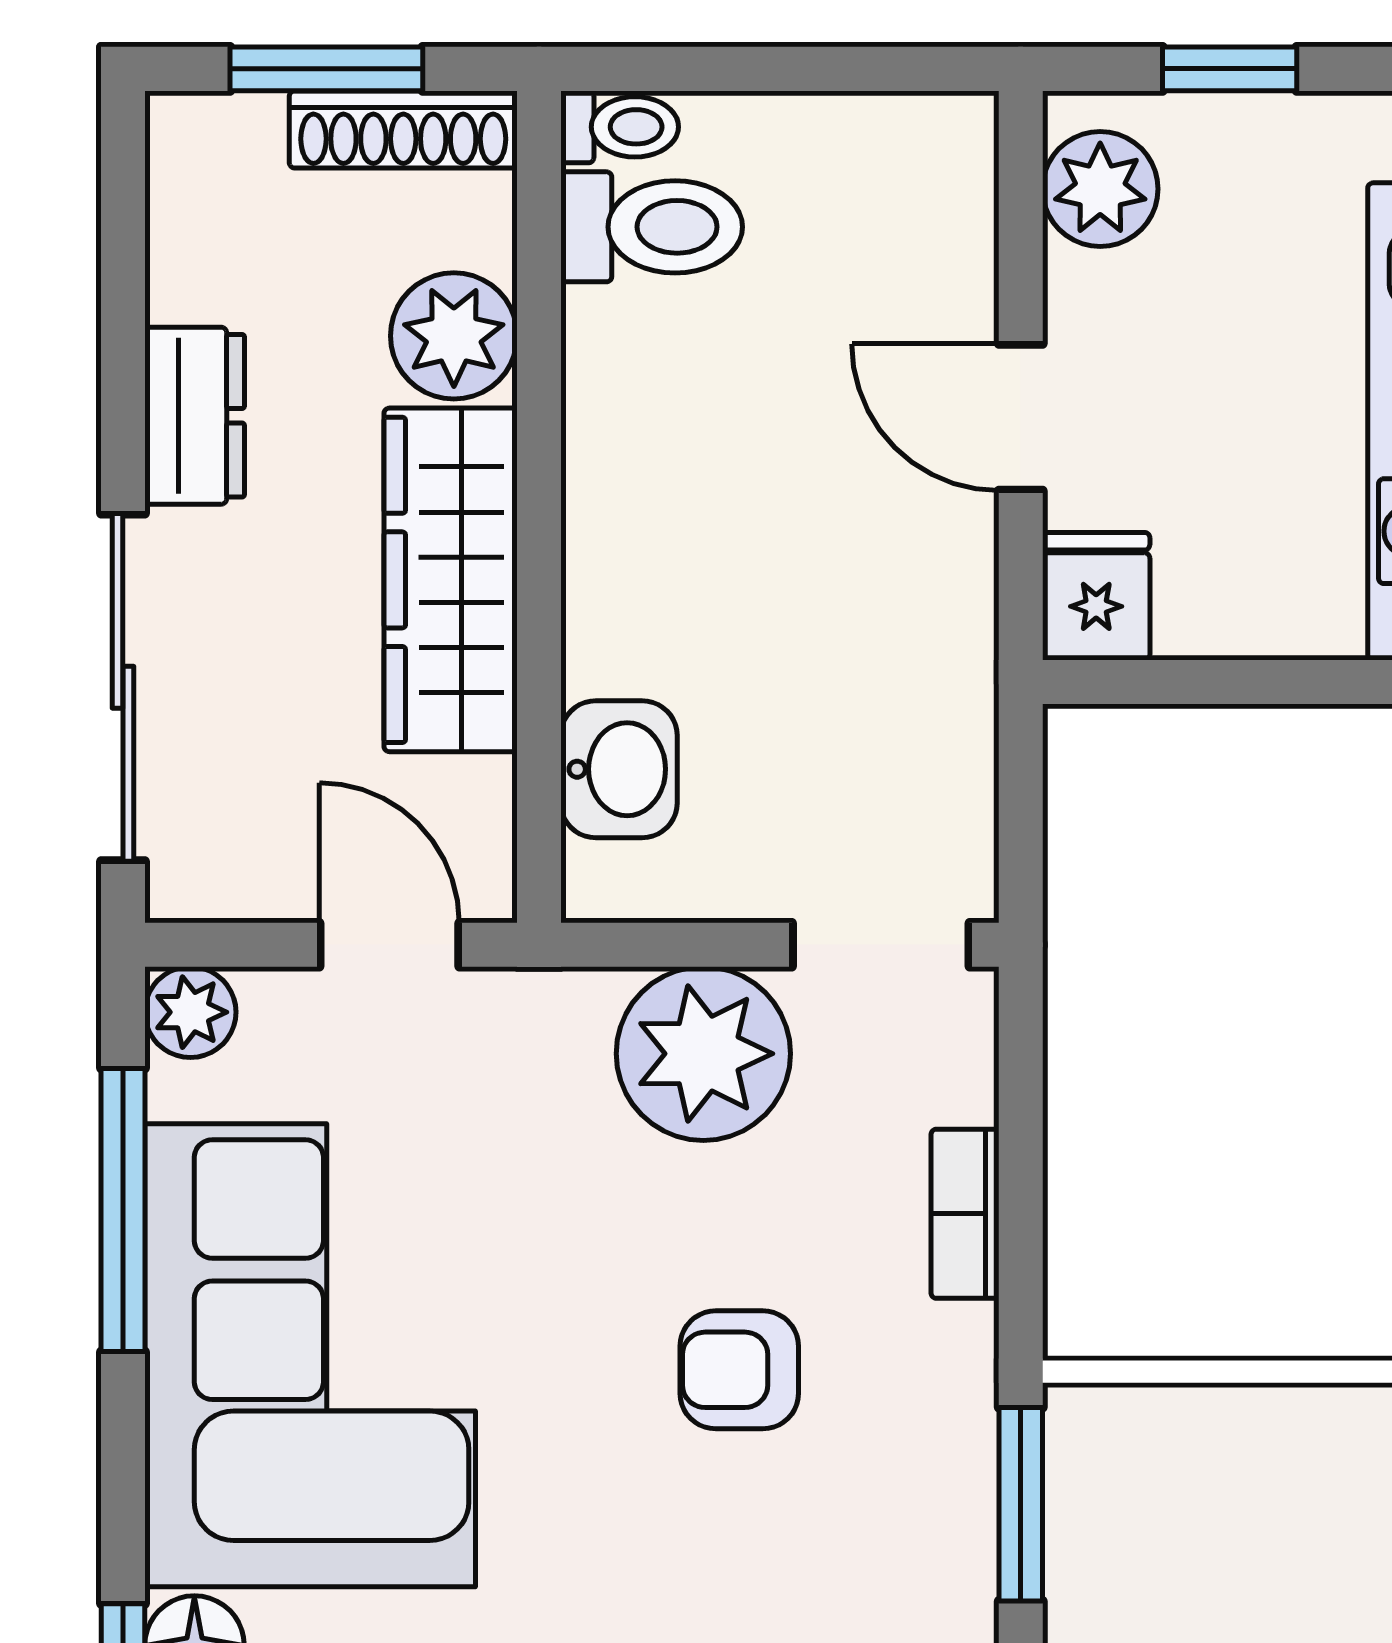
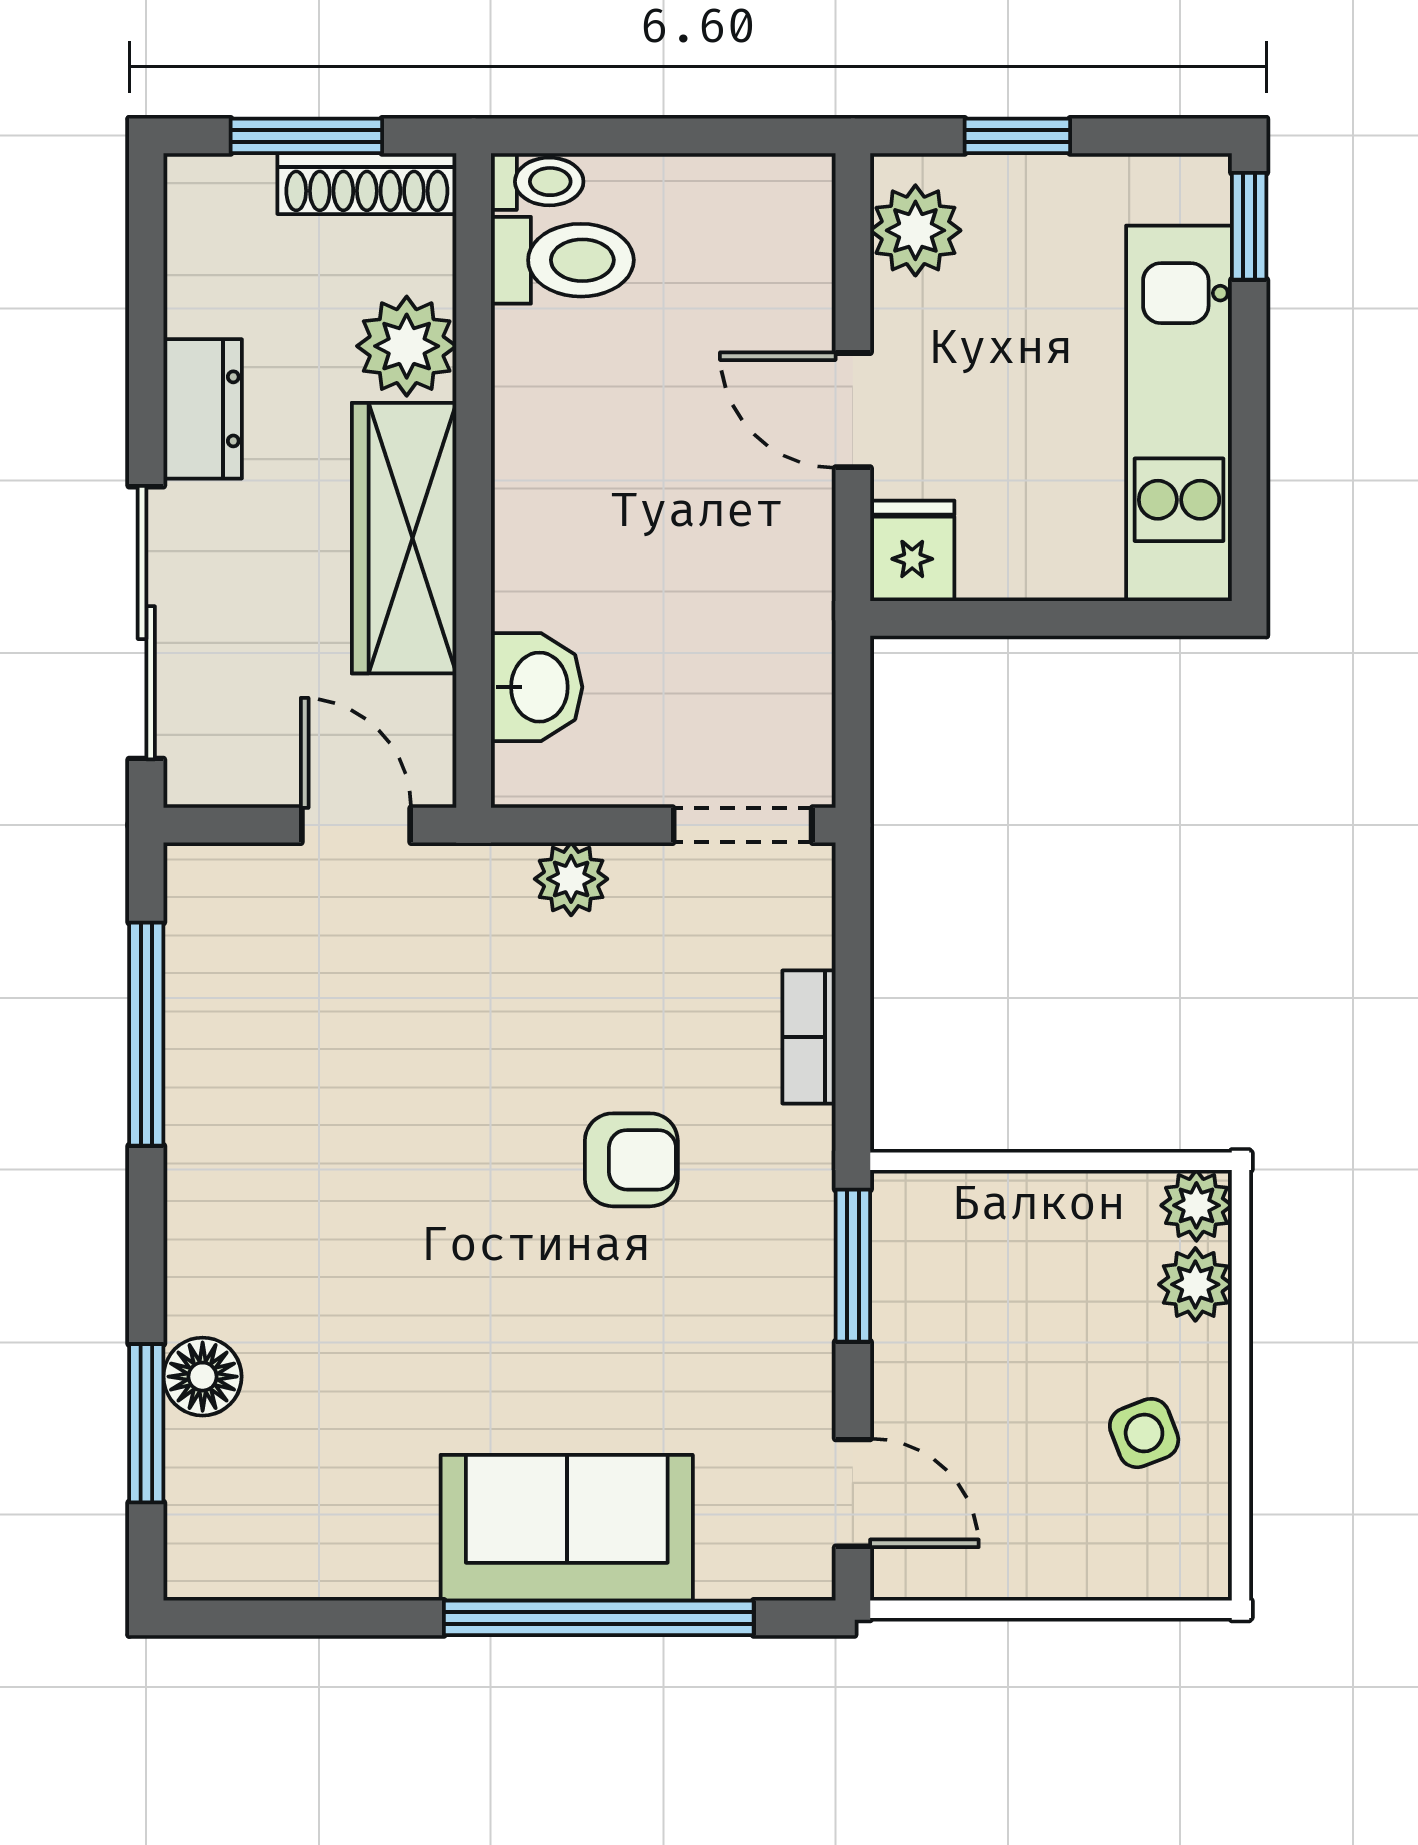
plant: (190, 1012) -> (199, 878), removed
plant: (703, 1054) -> (571, 879), width x0.53, depth x0.53
corner sofa: (310, 1355) -> (294, 1148), removed
armchair: (739, 1370) -> (631, 1160), turned 180

